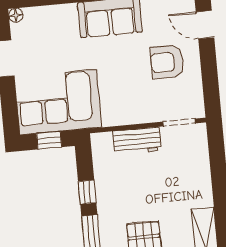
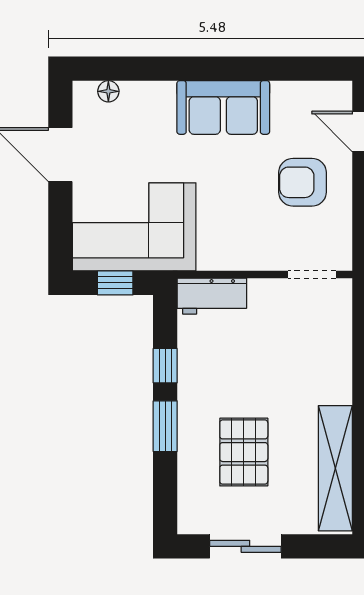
floor lamp: (16, 15) -> (108, 91), moved
workbench: (137, 141) -> (212, 296), moved

